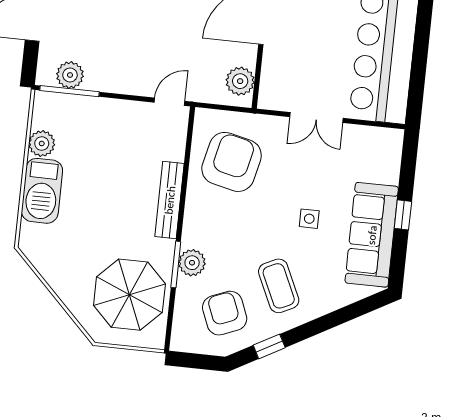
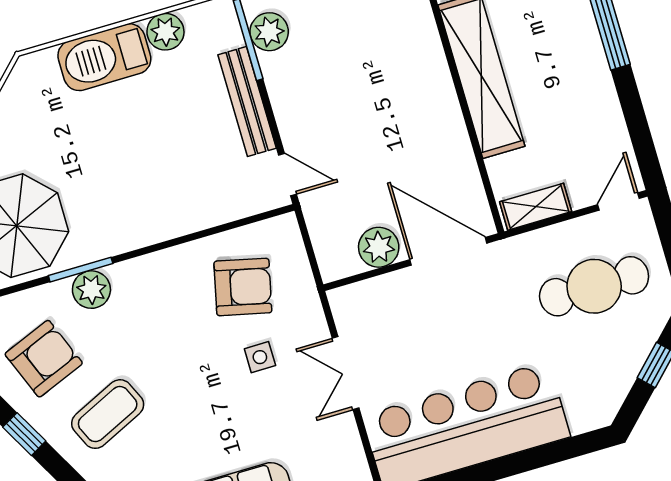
plant: (240, 81) -> (379, 247), moved
armchair: (232, 162) -> (243, 287), width x0.73, depth x0.73
bench: (170, 200) -> (247, 102), moved, turned 90
side table: (309, 219) -> (260, 357), moved

